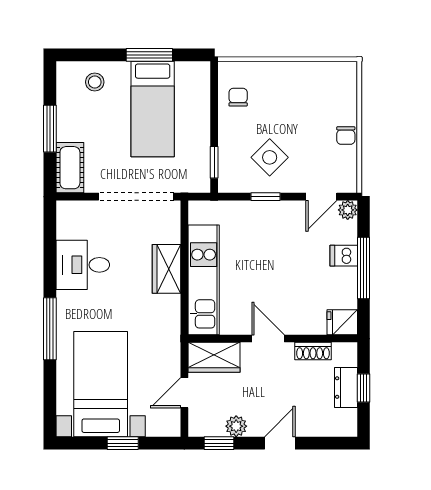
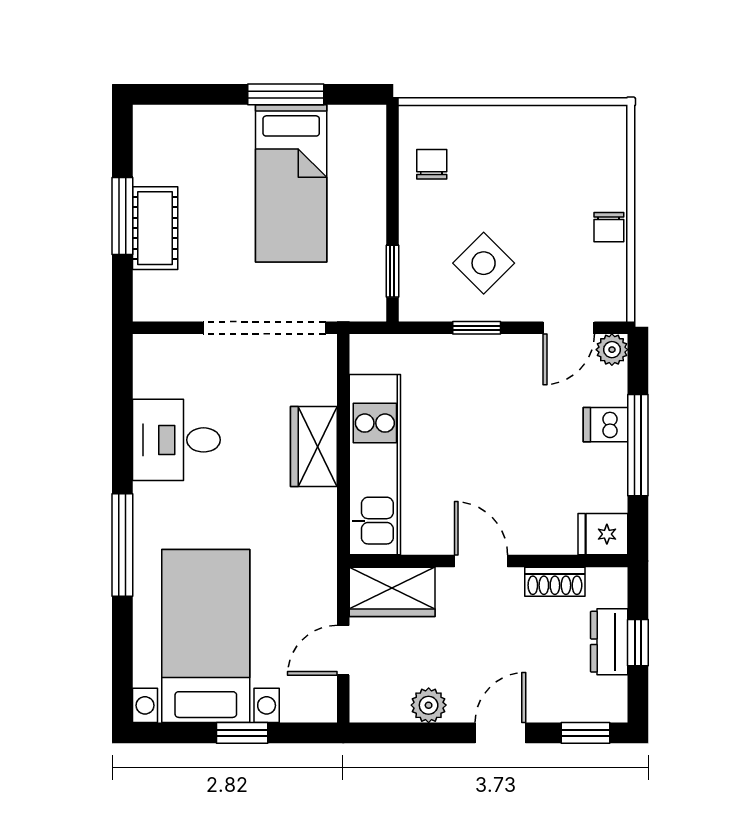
stool: (95, 82) -> (196, 139), removed
cot: (70, 168) -> (155, 228), moved
window: (219, 443) -> (586, 733), moved

